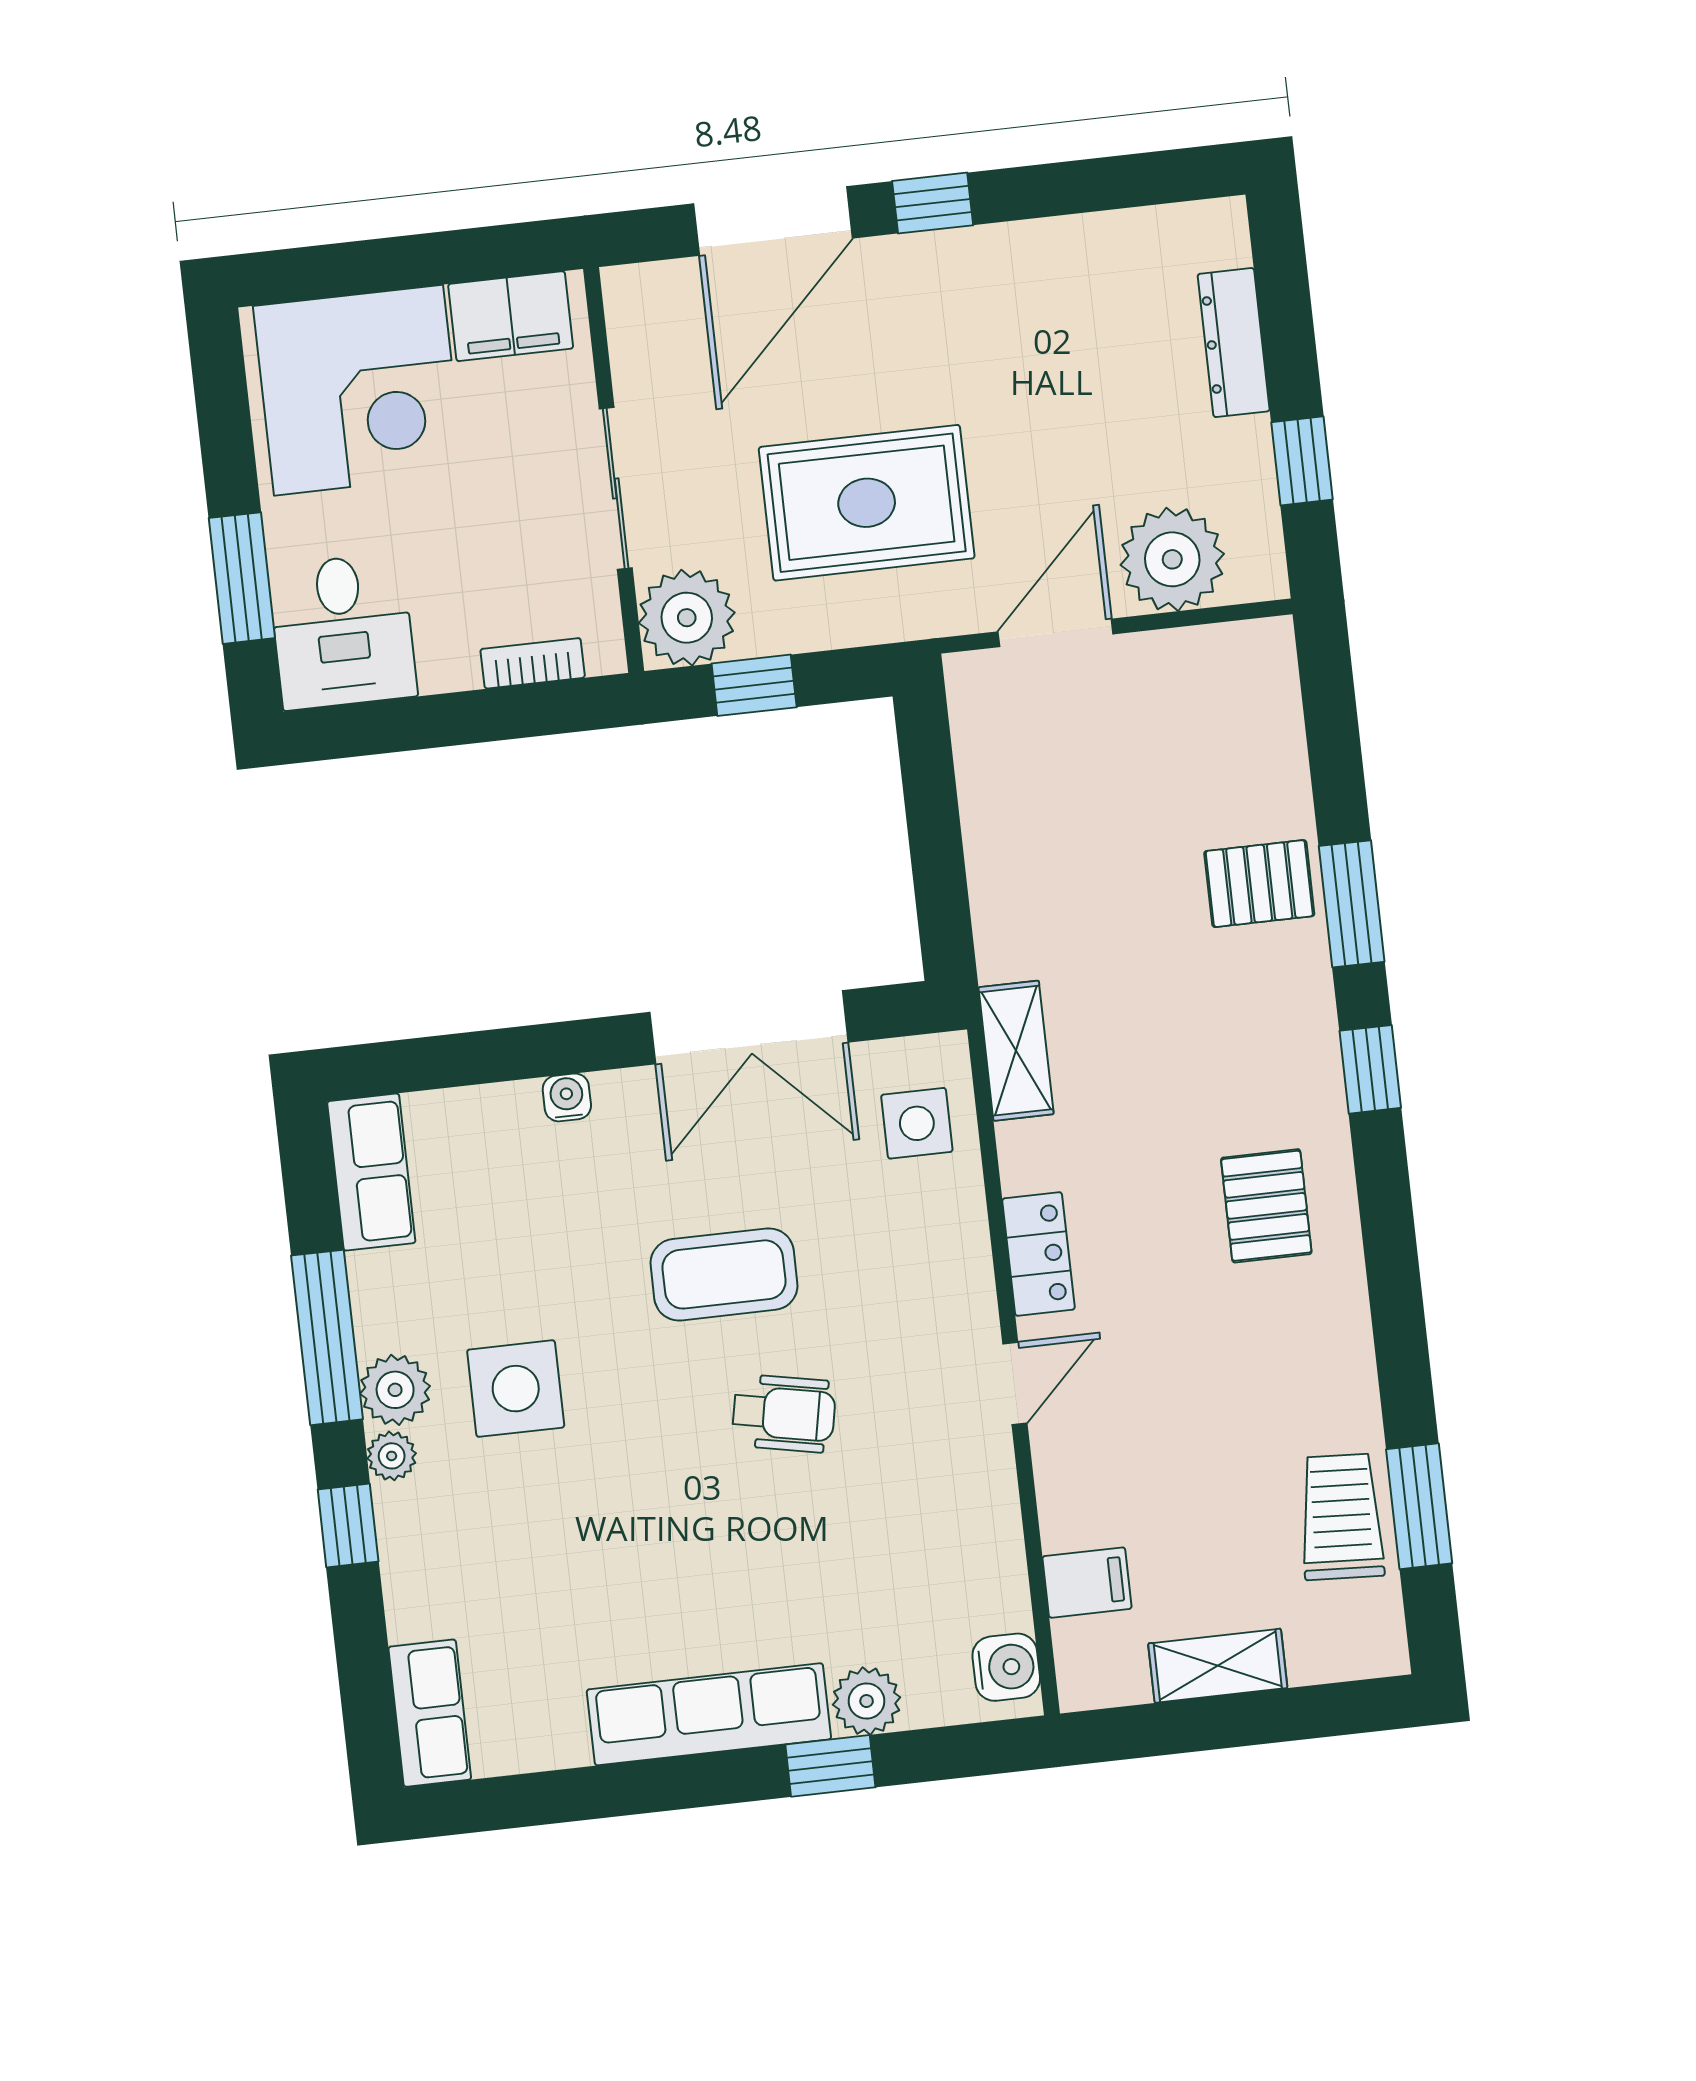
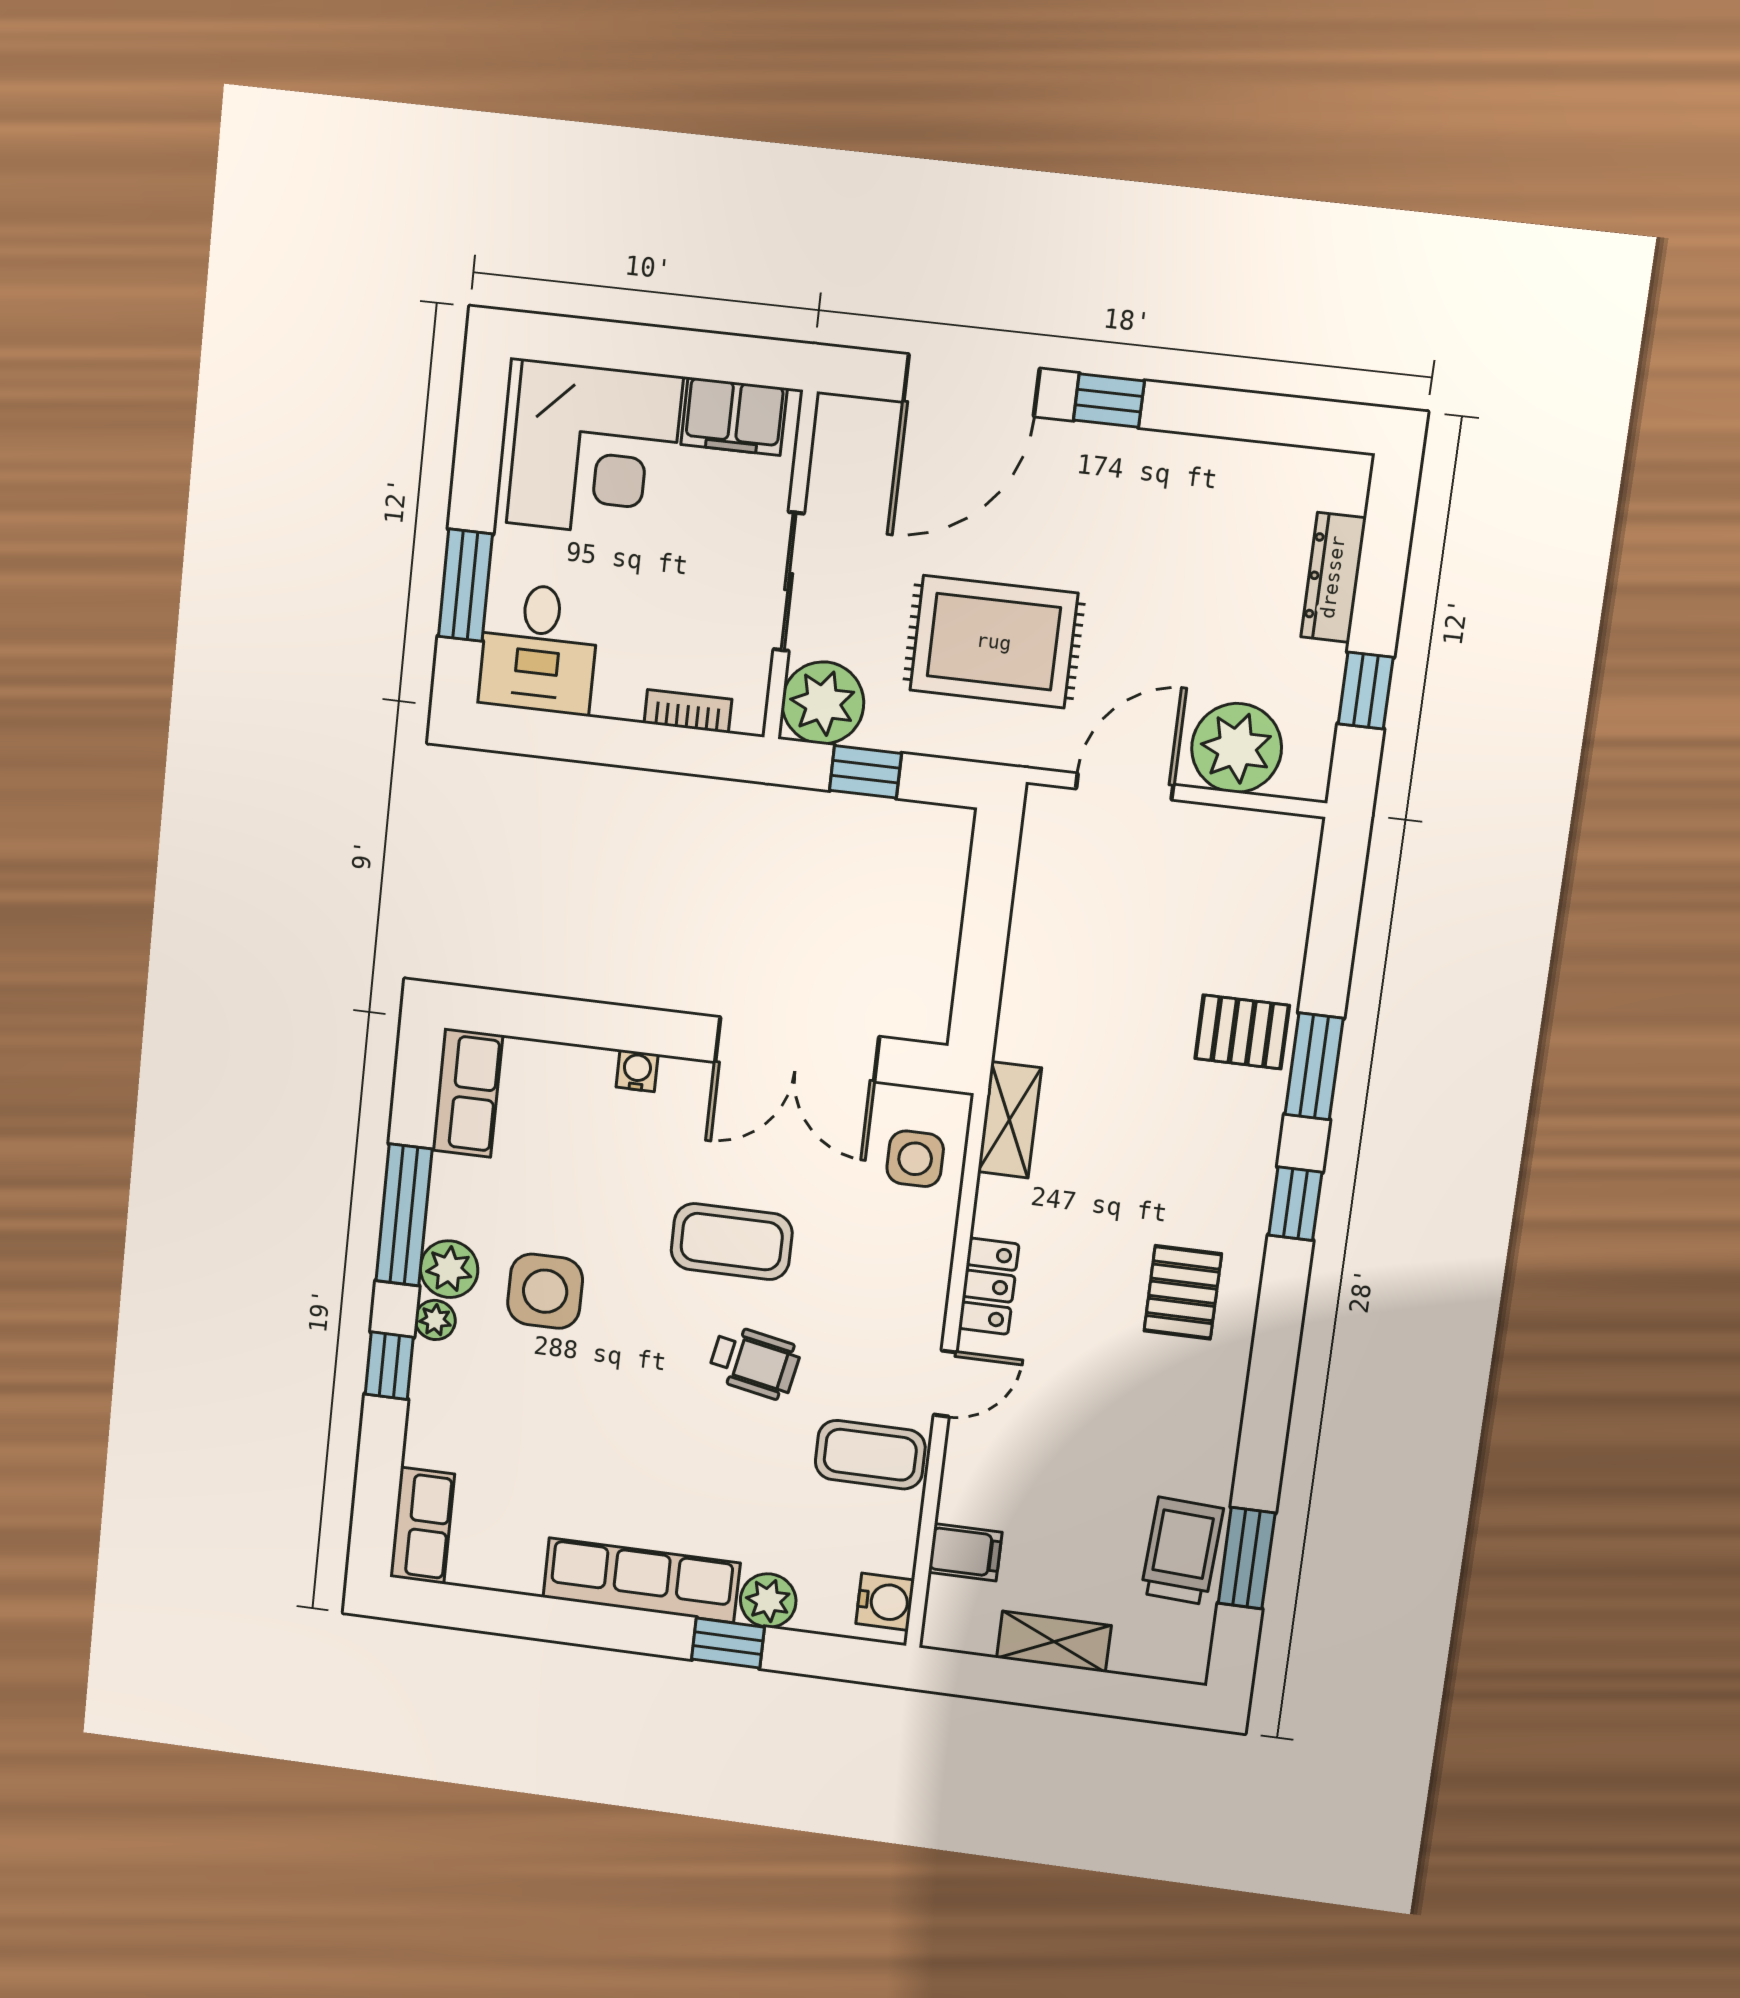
coffee table: (947, 1492) -> (870, 1455), added

